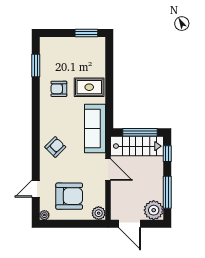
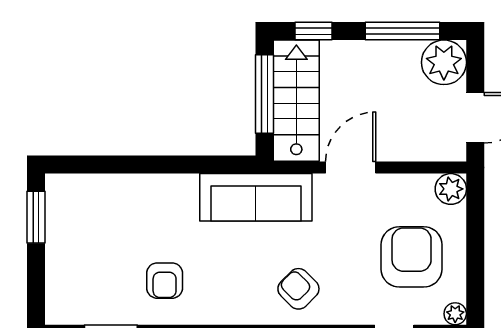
rug: (89, 87) -> (161, 211), removed

